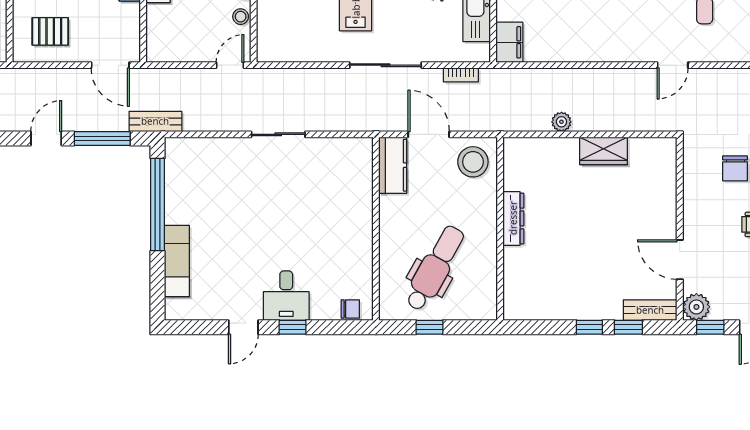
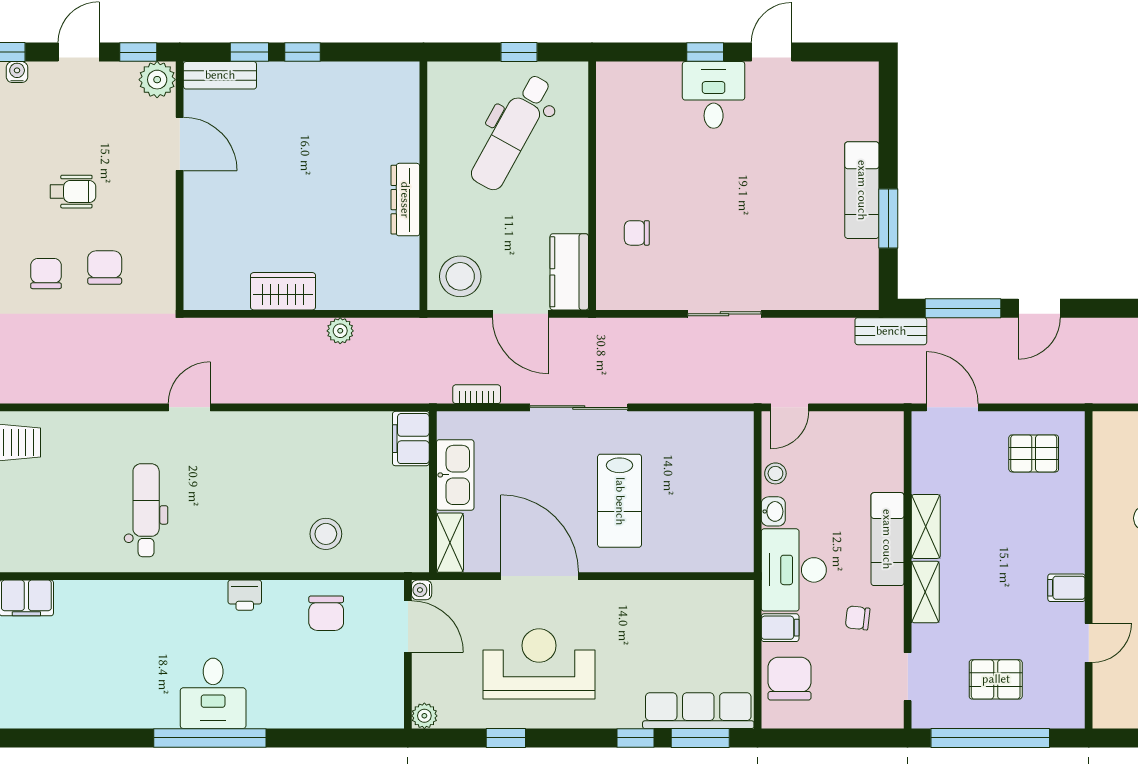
window: (157, 204) -> (888, 219), width x0.47
exam couch: (177, 261) -> (862, 190), moved
chair: (350, 309) -> (637, 233), moved

